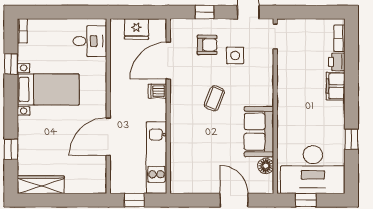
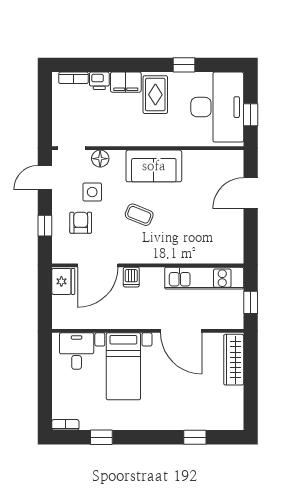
fridge: (136, 29) -> (63, 281), moved
door: (168, 61) -> (98, 265), hinge flipped
bed with nightstands: (48, 89) -> (123, 366), moved, turned 180
rug: (324, 113) -> (155, 95), added
sofa: (259, 132) -> (154, 166), moved
floor lamp: (266, 166) -> (100, 159), moved
wardrobe: (41, 185) -> (234, 360), moved

